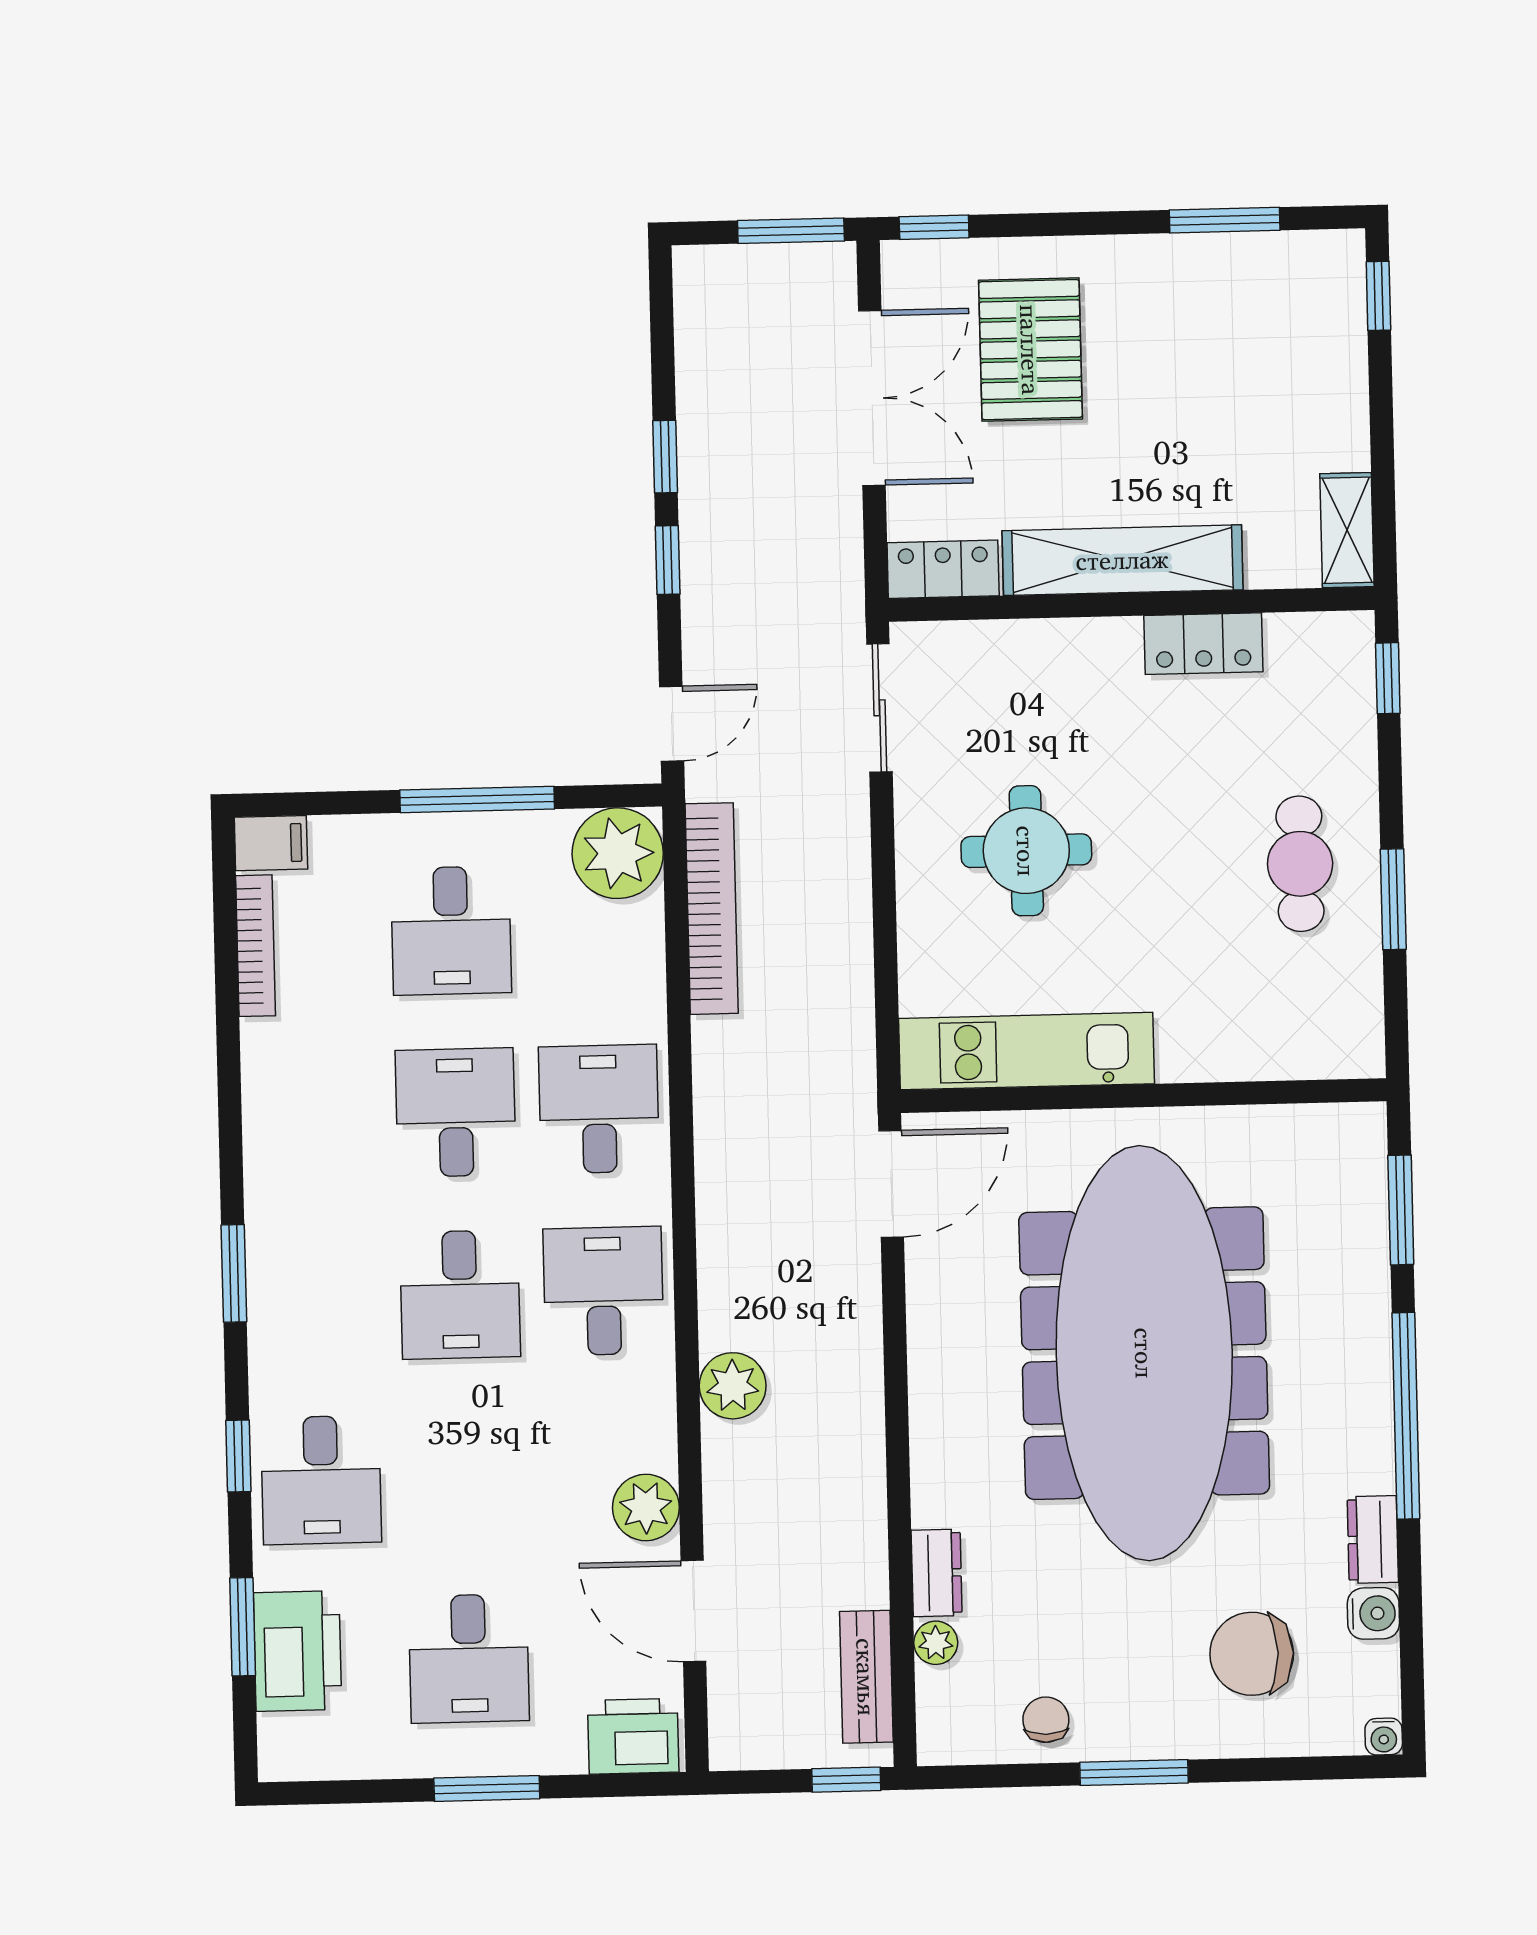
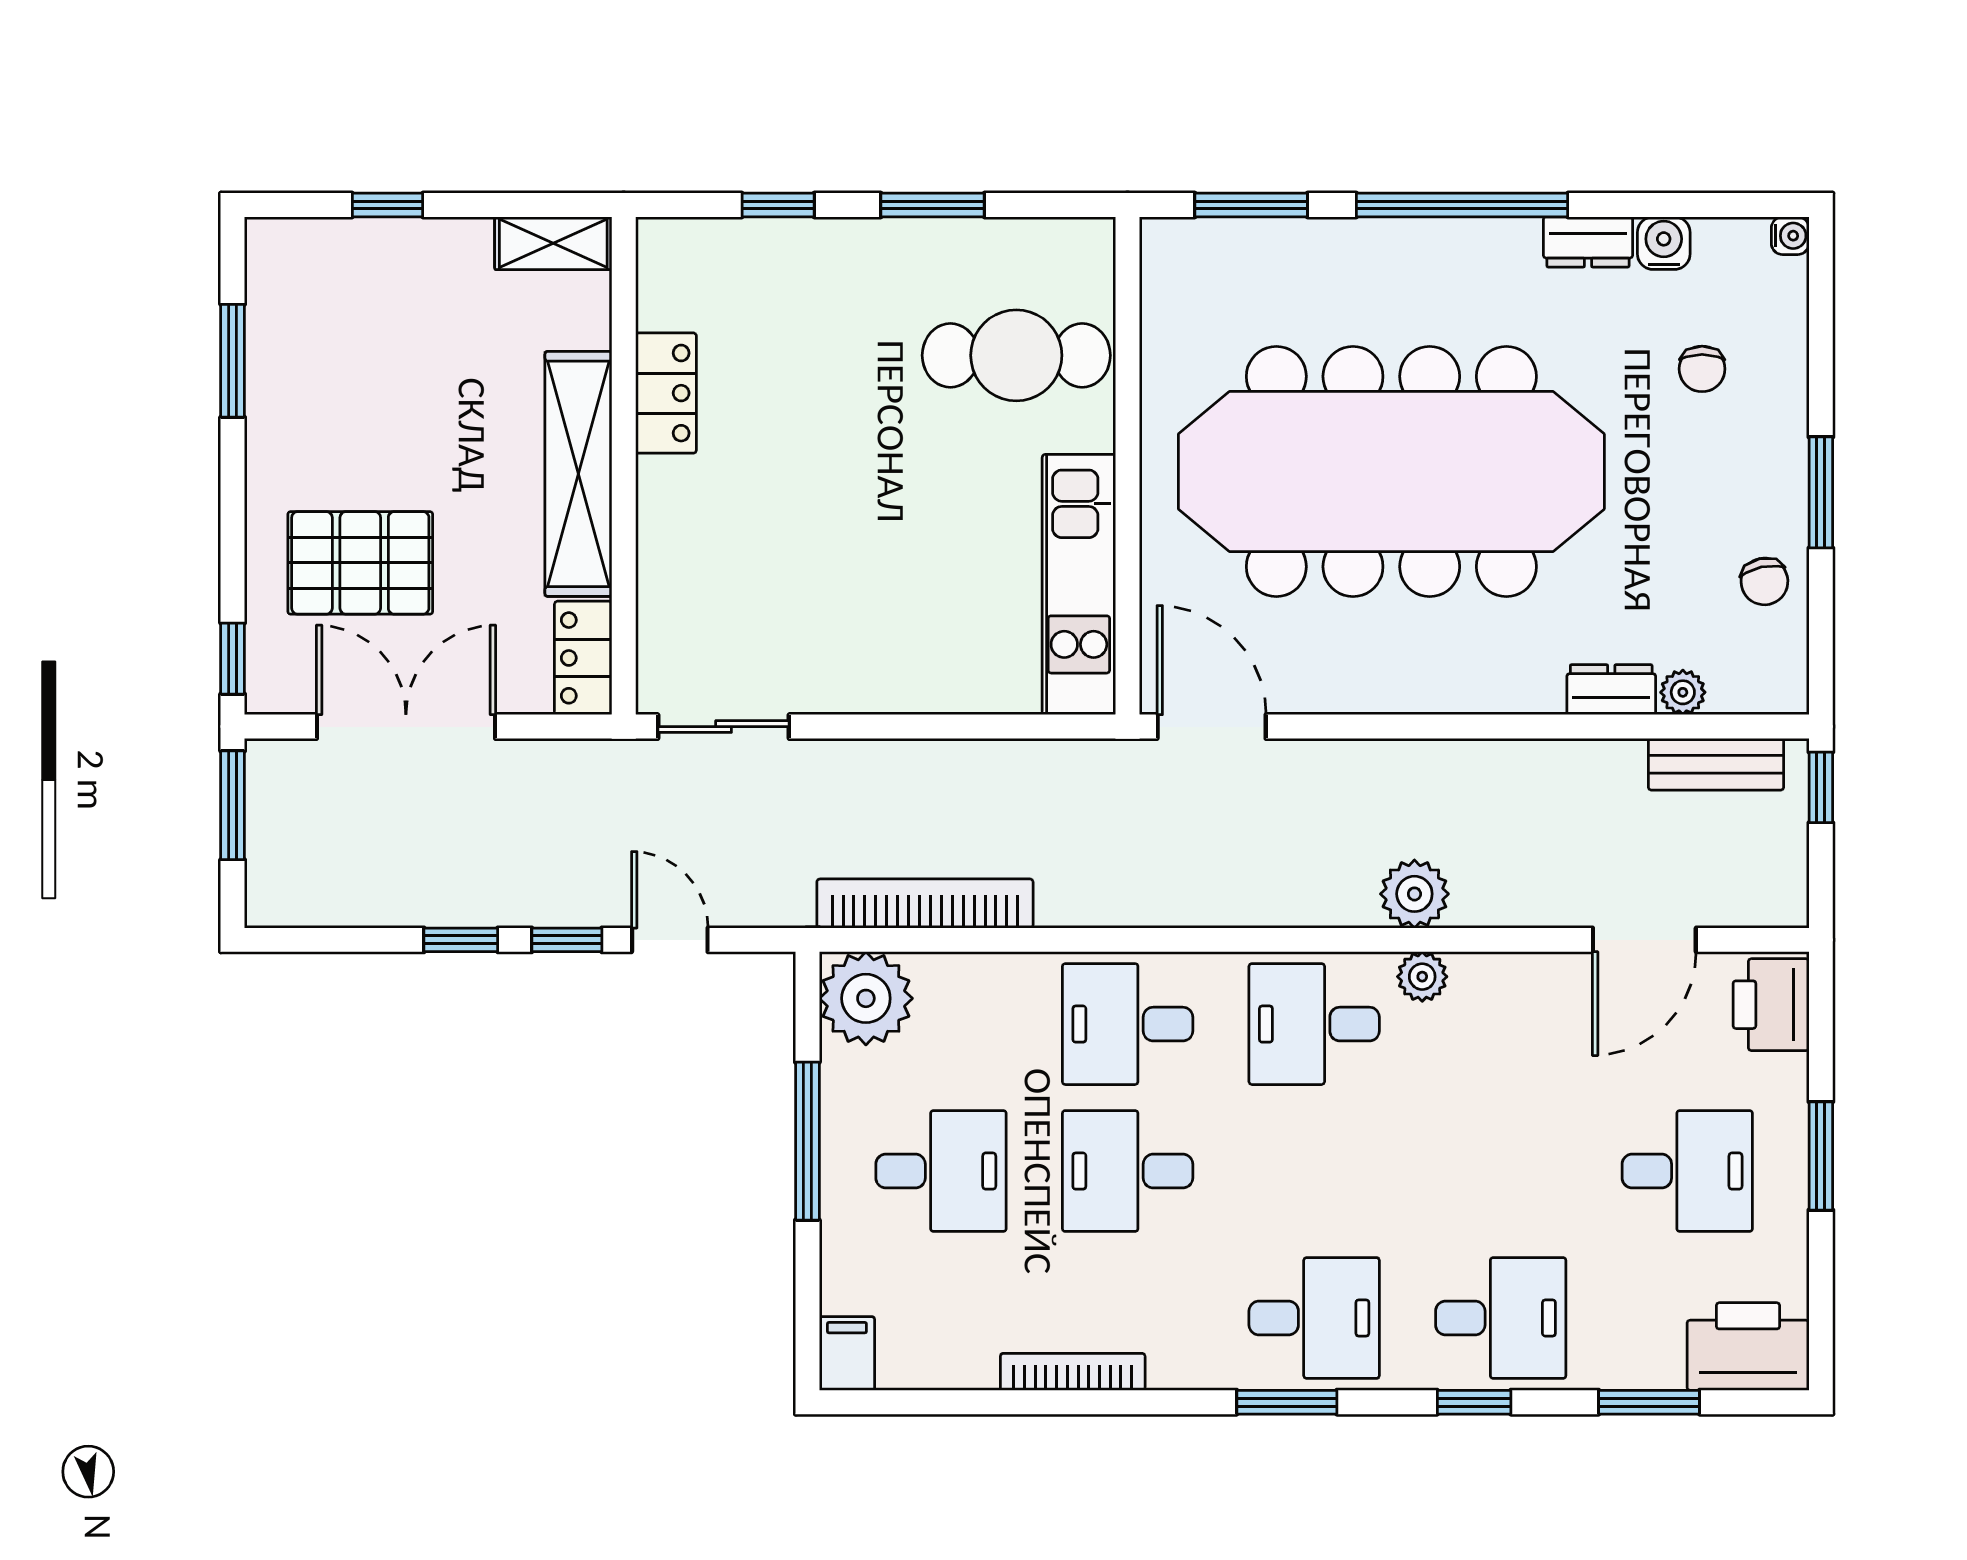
window: (1378, 296) -> (387, 205), moved
window: (1388, 678) -> (778, 205), moved
door: (672, 724) -> (670, 940), moved
round table: (1026, 851) -> (874, 580), removed
cafe table: (1300, 864) -> (1016, 355), moved, width x1.37, depth x1.35
bookcase: (256, 946) -> (1073, 1372), moved
desk: (460, 1295) -> (1314, 1318), moved
plant: (646, 1508) -> (1422, 977), moved, width x0.73, depth x0.73
printer: (297, 1651) -> (1748, 1347), moved
chair: (1252, 1654) -> (1702, 369), width x0.54, depth x0.54
chair: (1046, 1720) -> (1764, 581), turned -102

